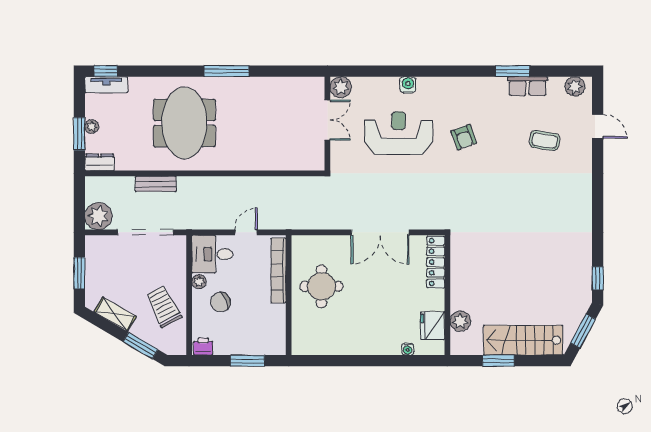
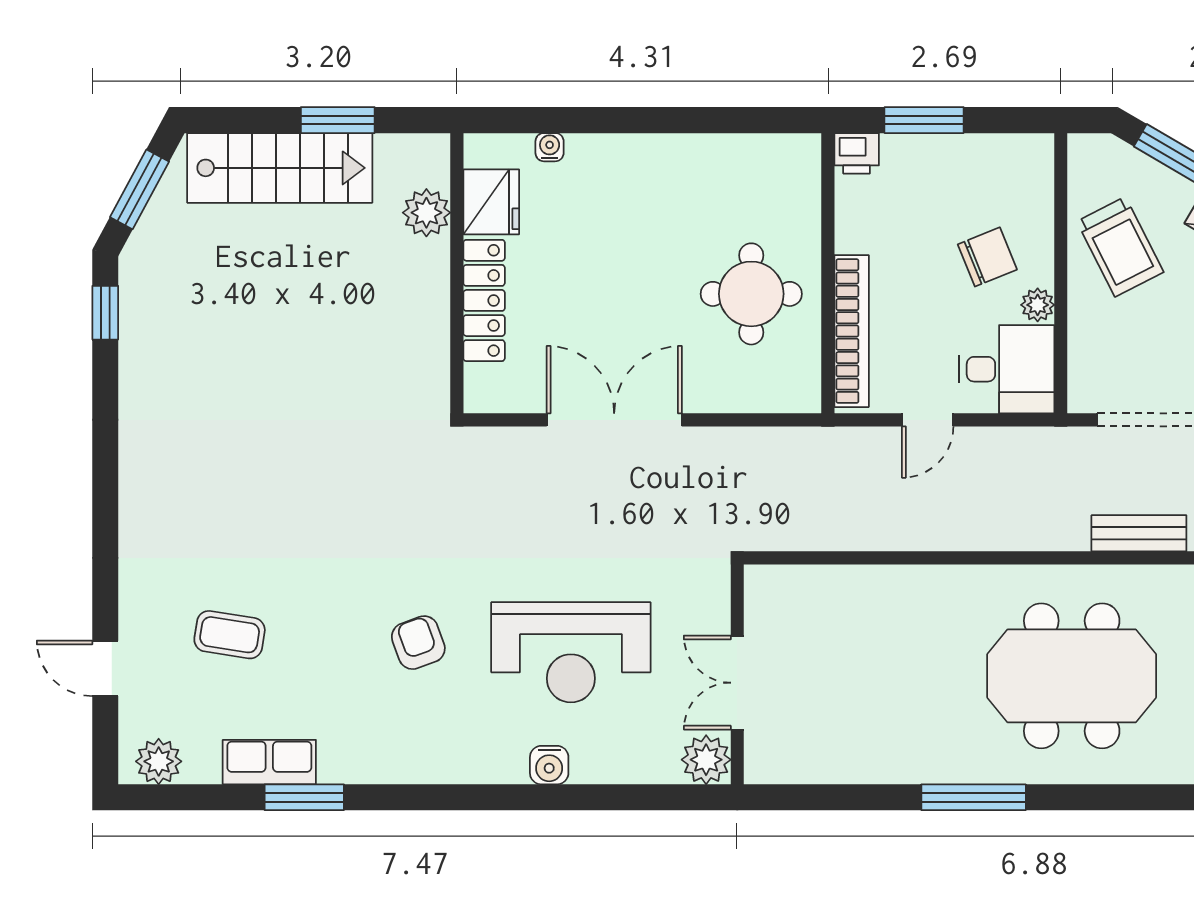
meeting table: (184, 123) -> (1072, 676), turned 90
locker: (436, 262) -> (484, 300), moved
printer: (203, 346) -> (857, 153), moved

